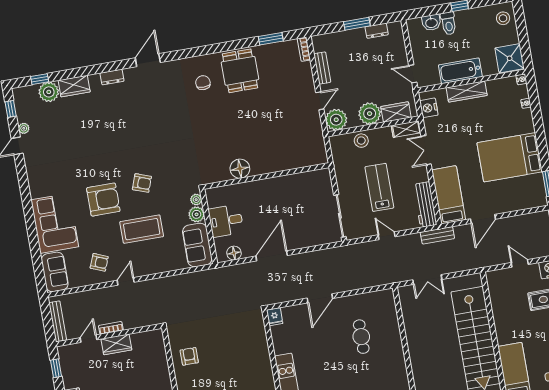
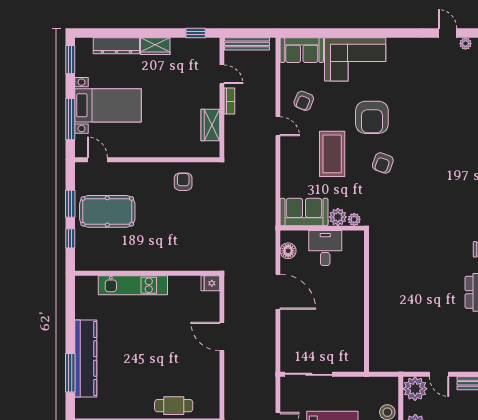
floor lamp: (240, 169) -> (380, 273), removed
cafe table: (361, 337) -> (174, 406), moved
wardrobe: (116, 344) -> (210, 125), moved
armchair: (189, 356) -> (183, 182), turned -90

